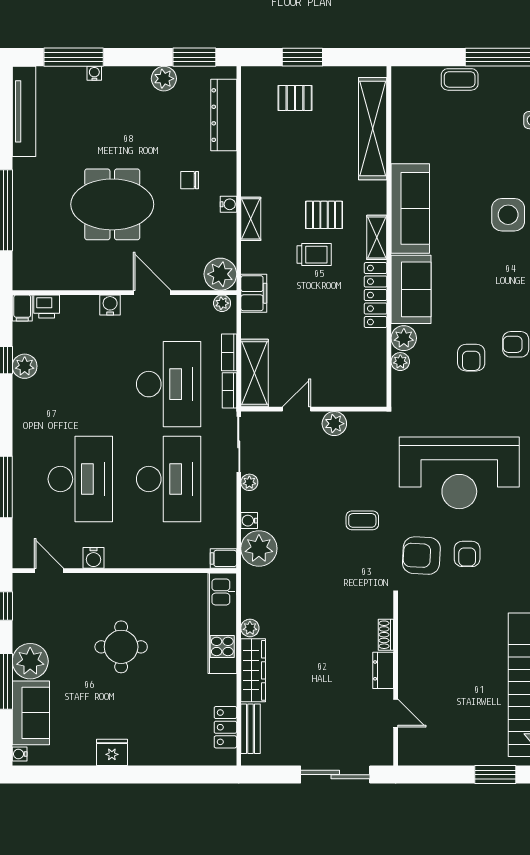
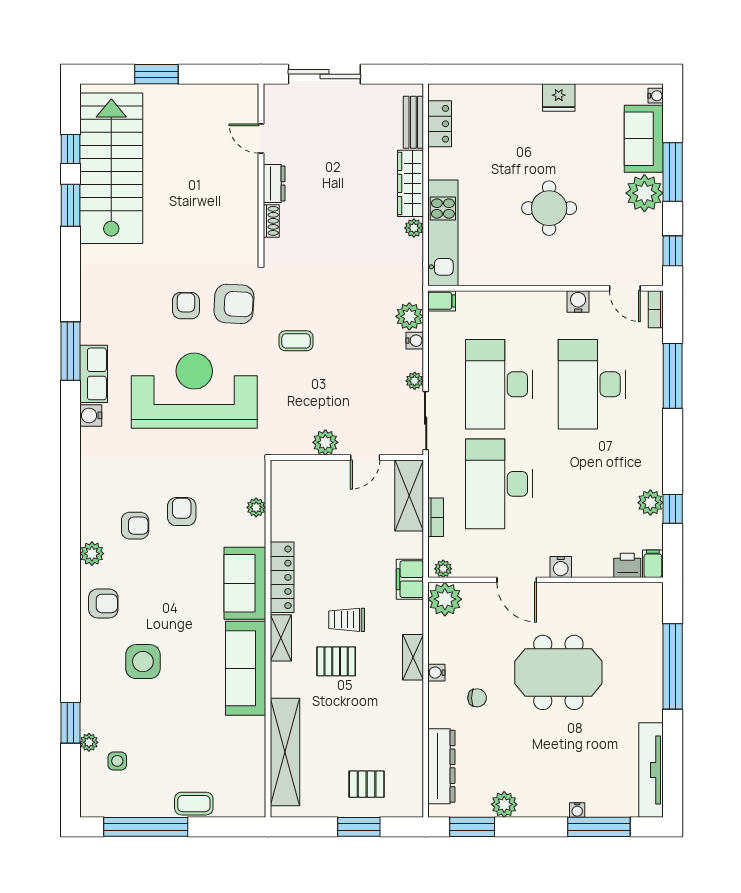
plant: (404, 338) -> (252, 532), removed
bookcase: (229, 390) -> (656, 309), moved, turned 180
plant: (259, 548) -> (409, 316), width x0.73, depth x0.73

